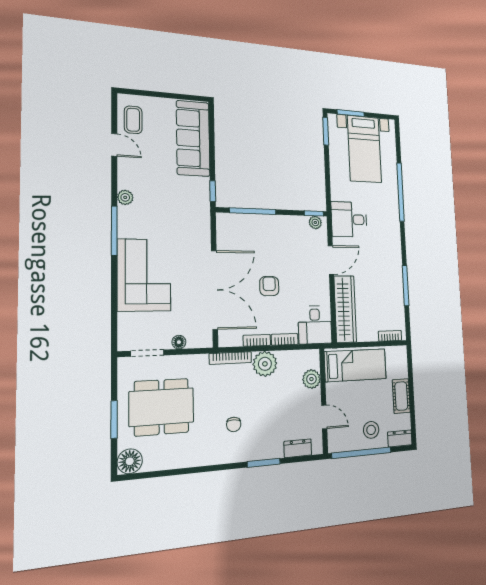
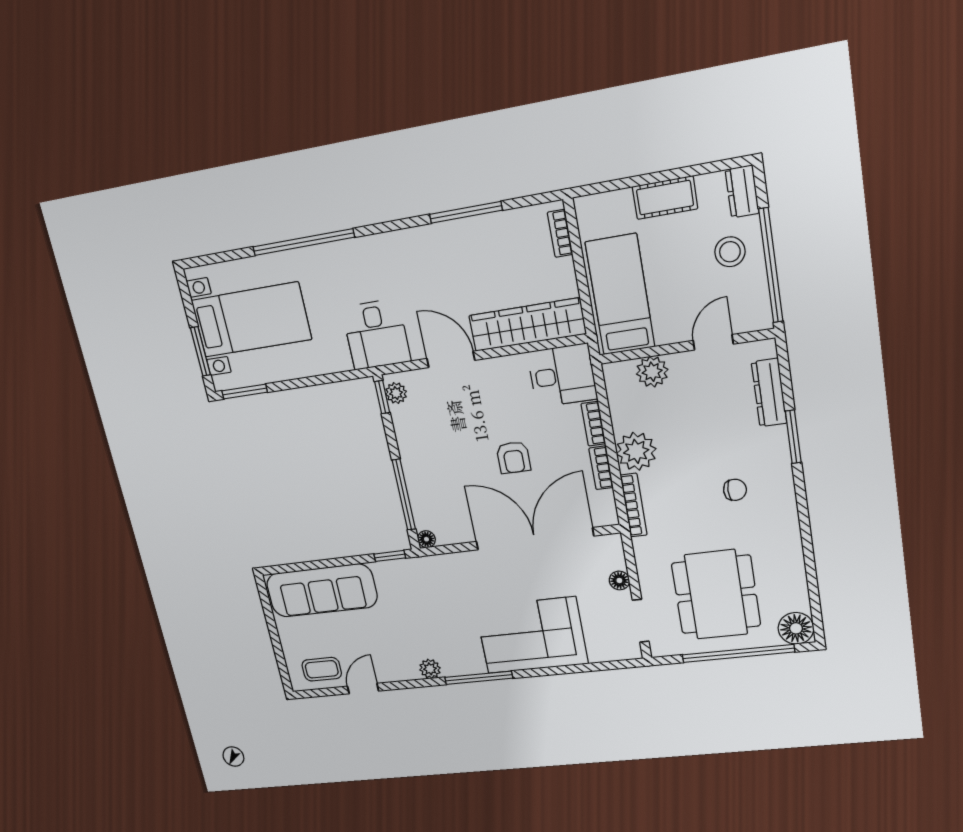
floor lamp: (222, 218) -> (426, 539), added
armchair: (269, 286) -> (513, 457), turned -90
window: (114, 419) -> (738, 653), width x2.11
dresser: (298, 448) -> (769, 393), width x1.44

